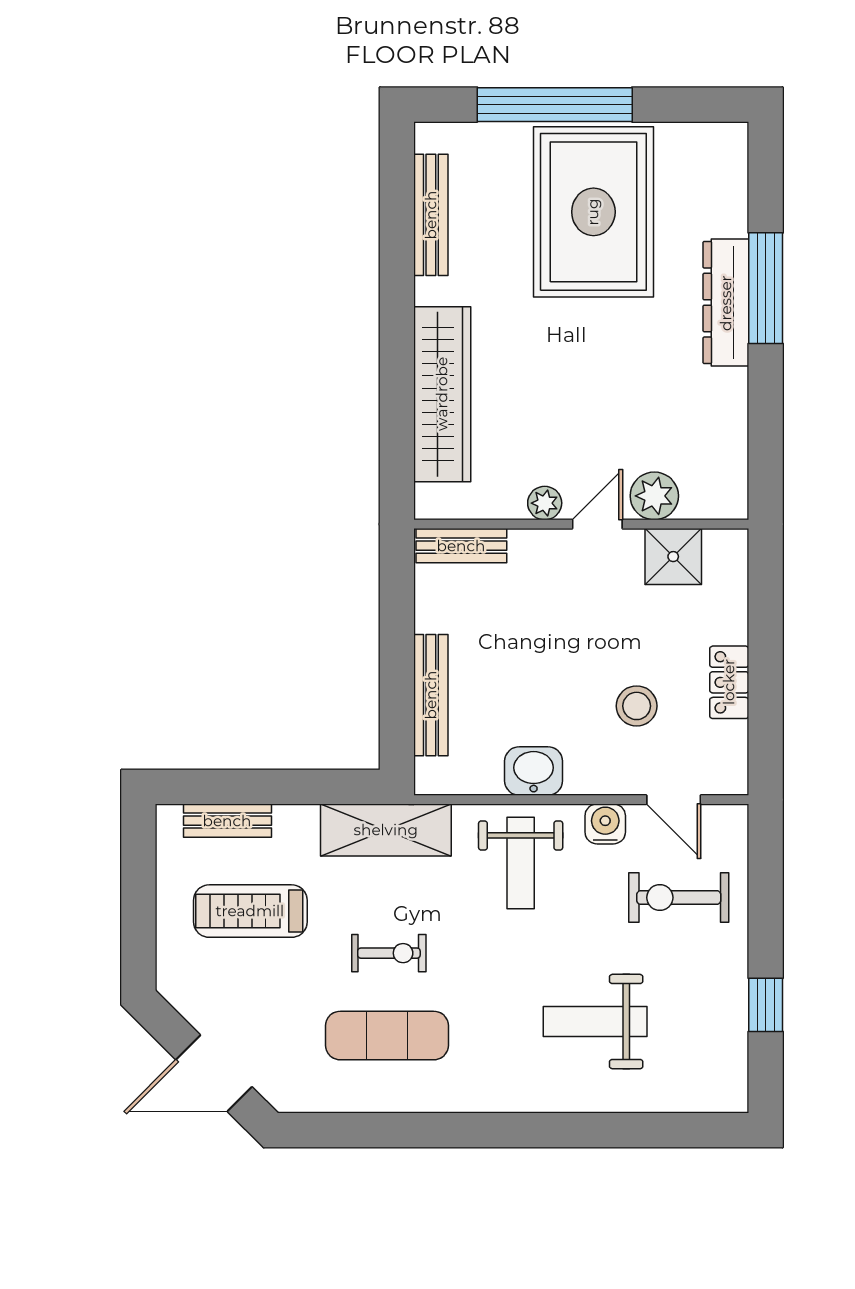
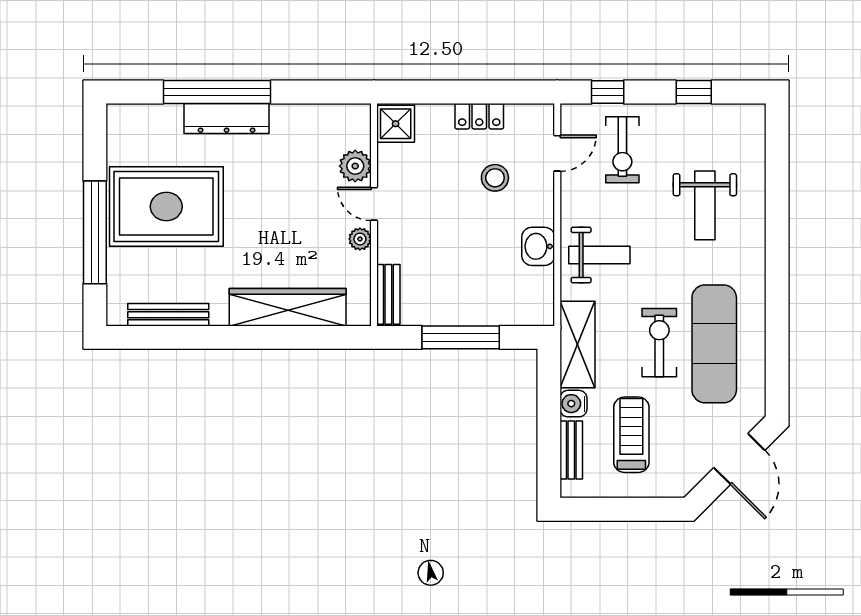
window: (766, 288) -> (217, 92), width x1.46
shower: (673, 557) -> (396, 124), moved
window: (397, 654) -> (461, 337), added
bench: (431, 695) -> (488, 315), removed
water cooler: (605, 824) -> (573, 404), moved
window: (766, 875) -> (608, 92), added
treadmill: (250, 911) -> (631, 435), turned 180
exercise bike: (389, 953) -> (659, 343), width x1.38, depth x1.39
exercise mat: (387, 1036) -> (714, 344), width x1.36, depth x1.45

